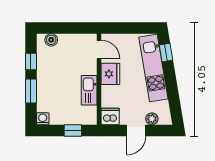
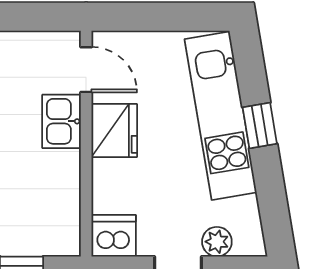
window: (166, 53) -> (260, 125), moved
kitchen sink: (89, 90) -> (62, 121), moved, width x0.73

